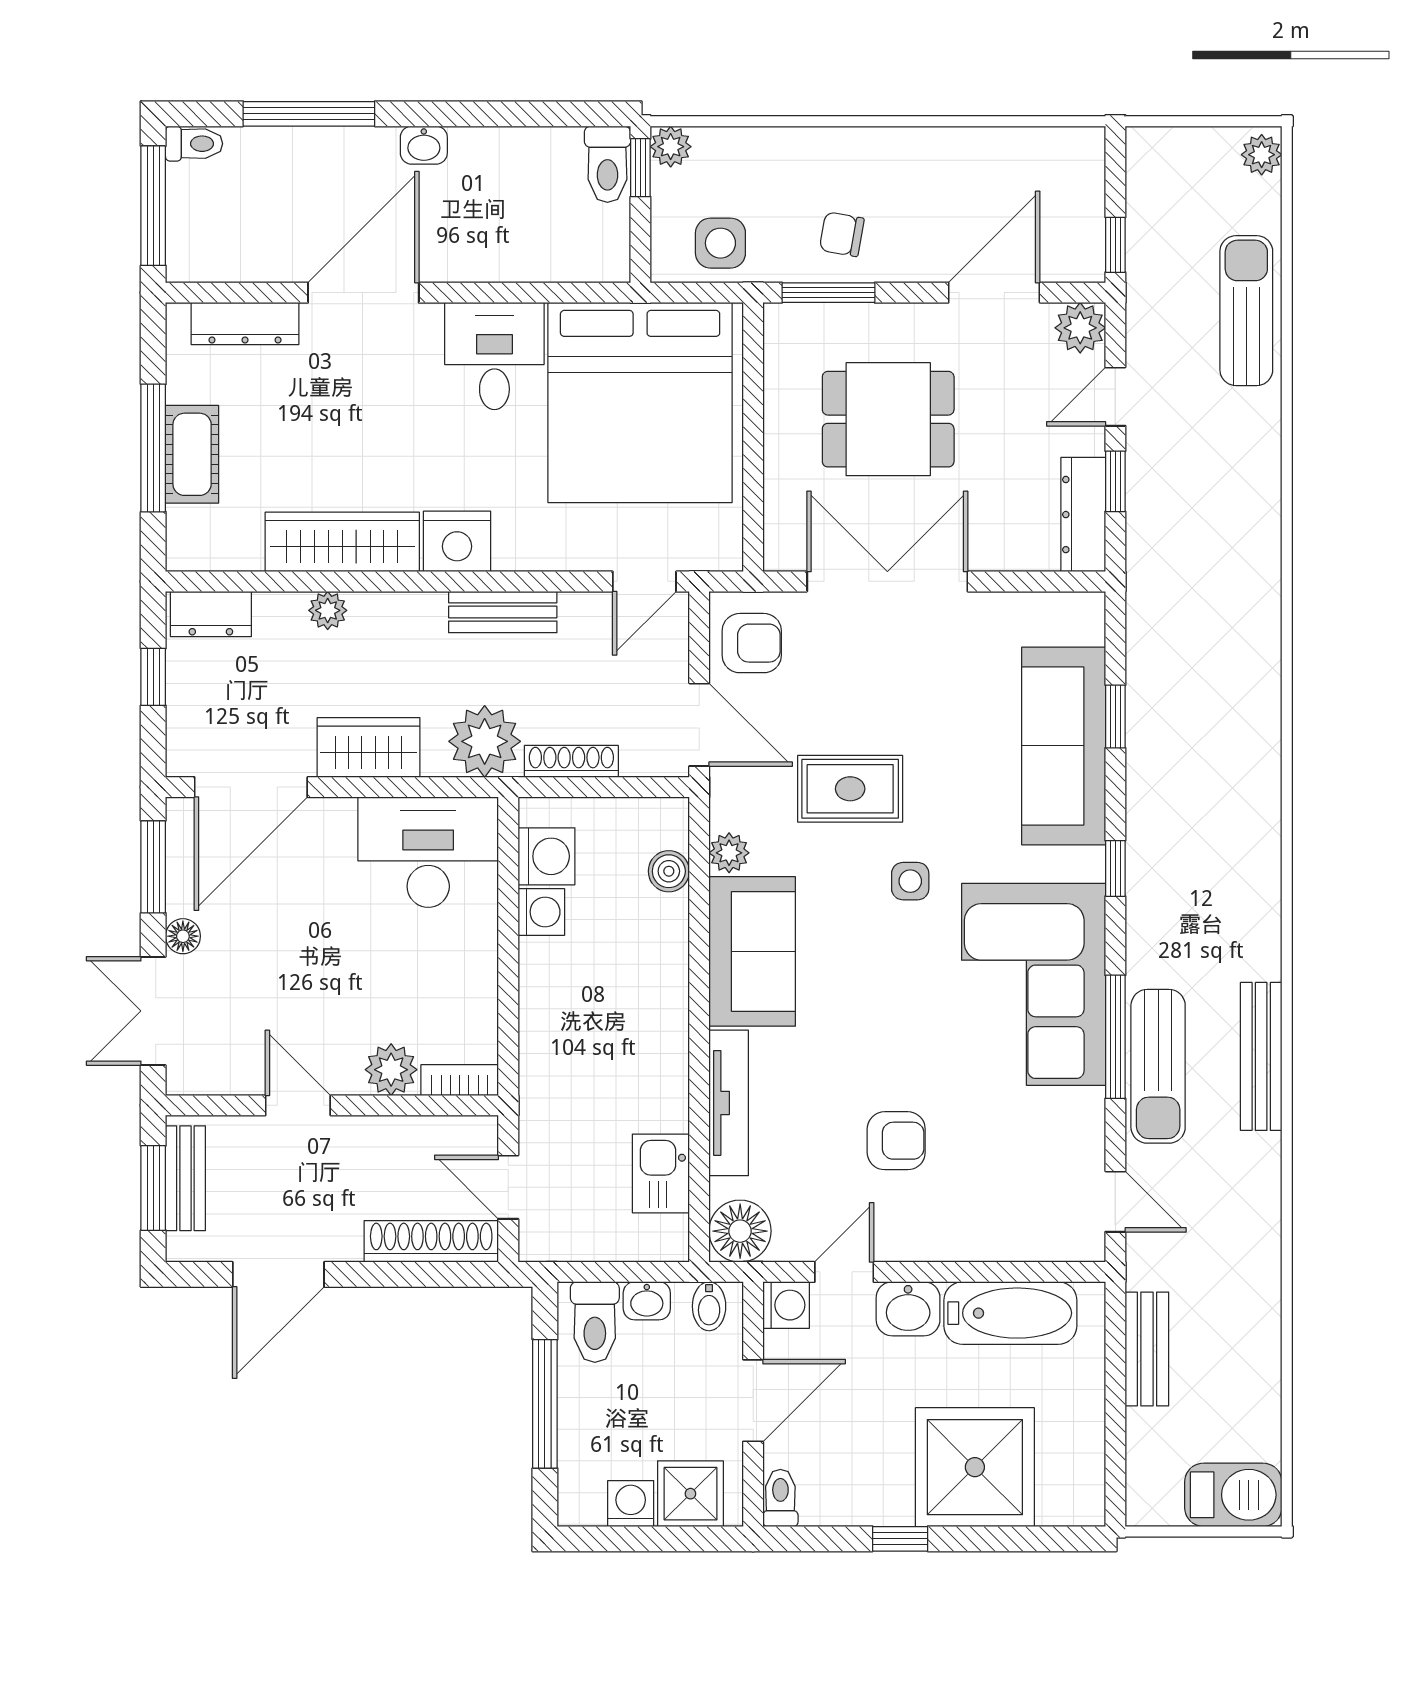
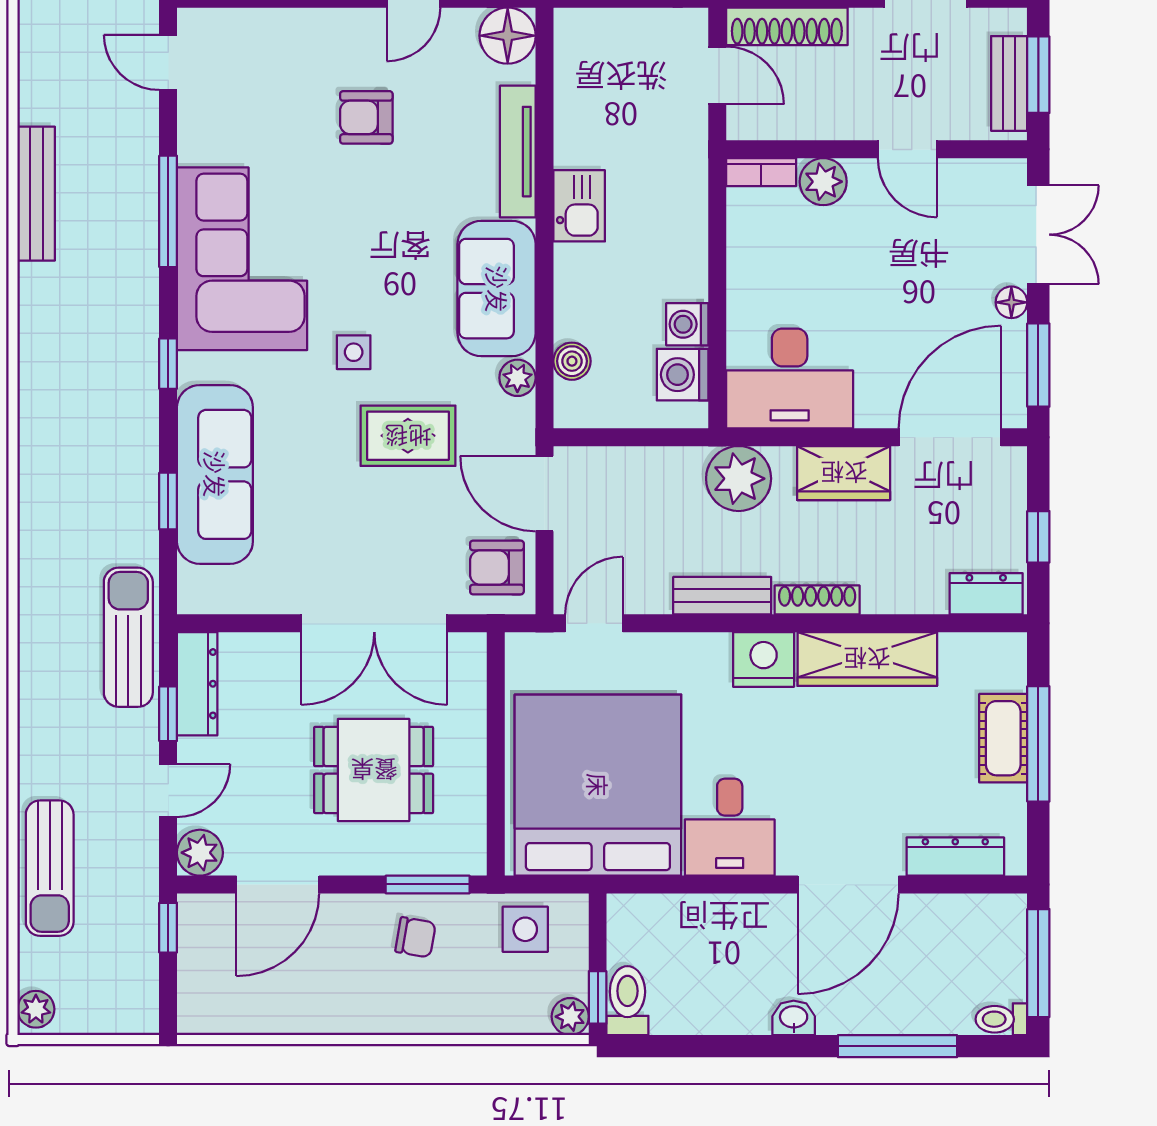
plant: (328, 610) -> (880, 597), removed
shoe rack: (571, 761) -> (817, 600), moved, turned 180
sun lounger: (1158, 1066) -> (128, 637), moved
kitchen sink: (661, 1173) -> (579, 206), moved

